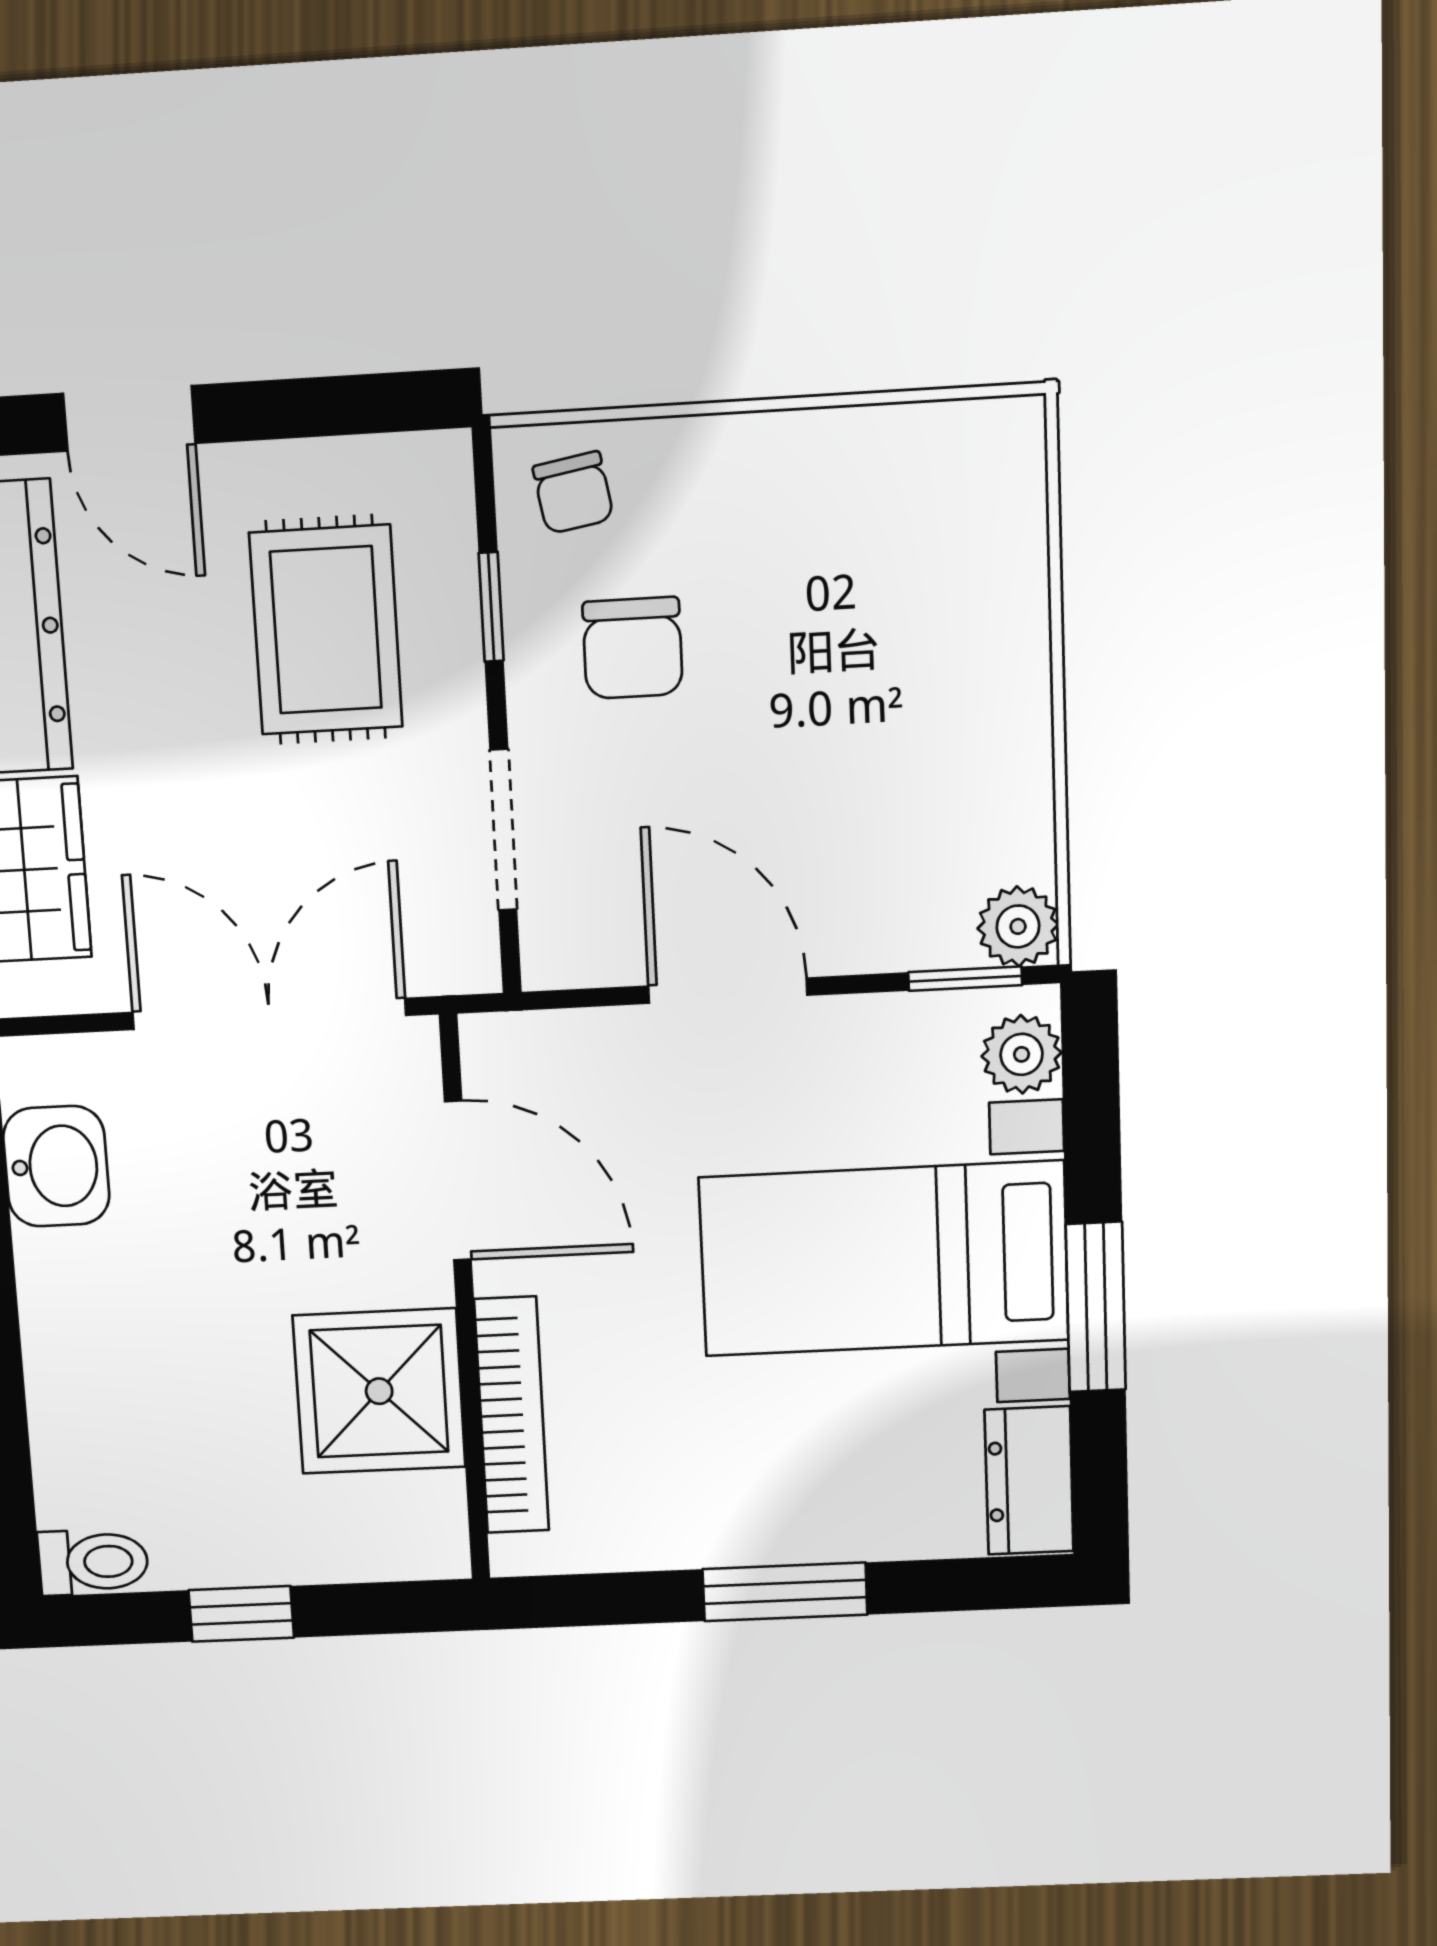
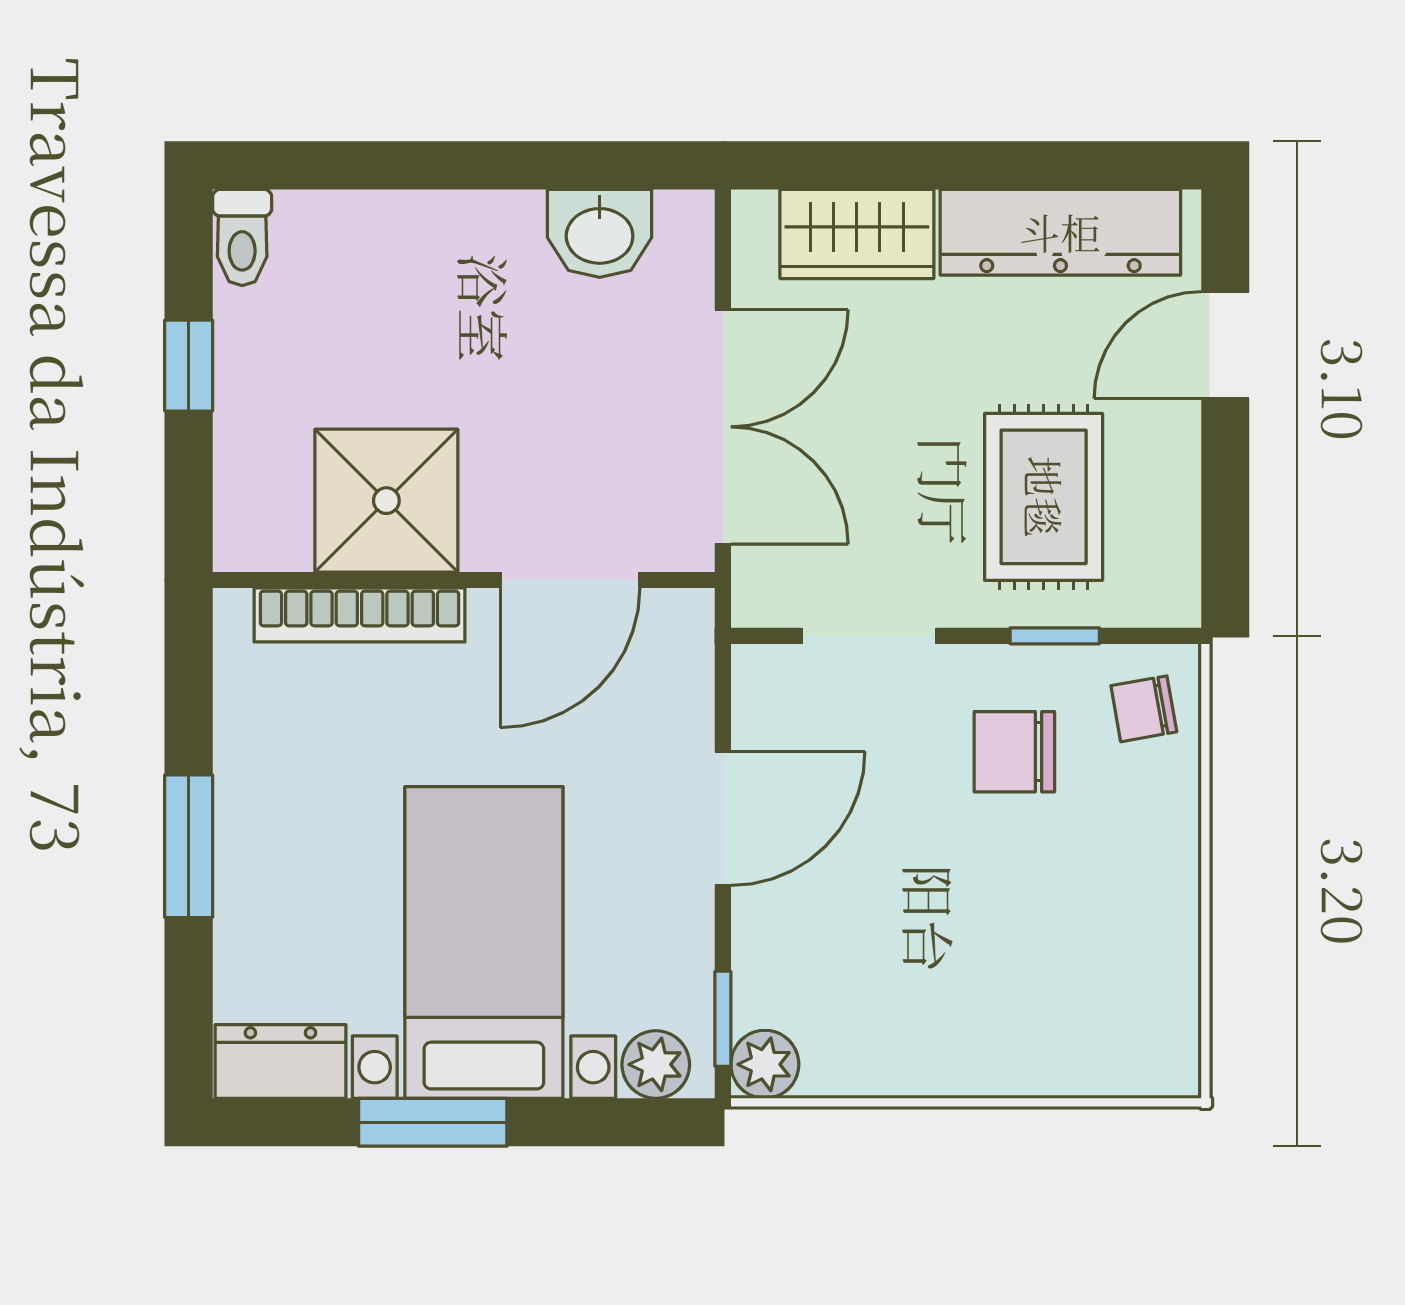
rug: (326, 630) -> (1044, 497), turned 90

